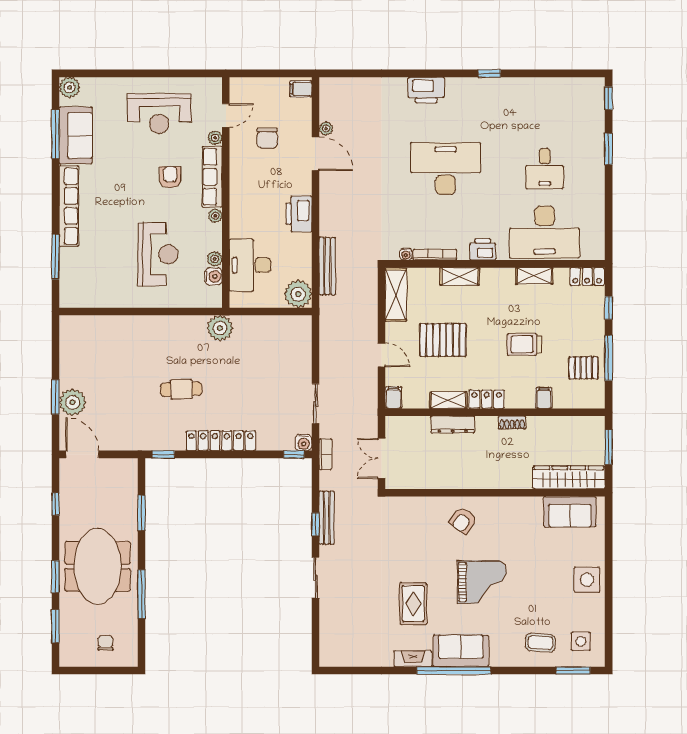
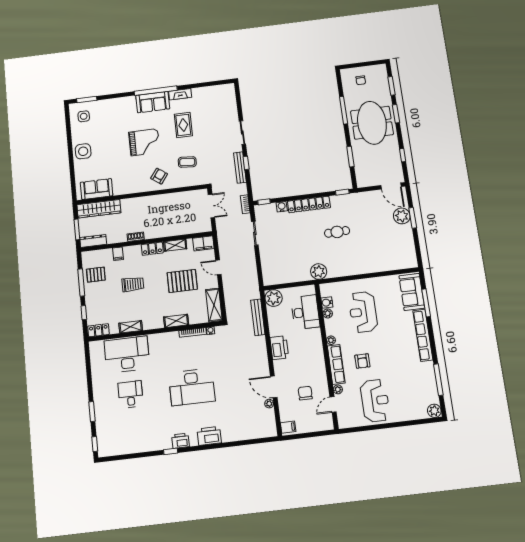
reception desk: (159, 114) -> (375, 401), turned 90
sofa: (76, 135) -> (412, 292), moved
printer: (483, 250) -> (180, 441), moved, turned 180
filing cabinet: (393, 398) -> (203, 243), width x2.00
dresser: (453, 424) -> (93, 241), moved
water cooler: (304, 442) -> (282, 207), moved
grand piano: (482, 582) -> (144, 142), turned 180
coffee table: (540, 643) -> (187, 162), moved

